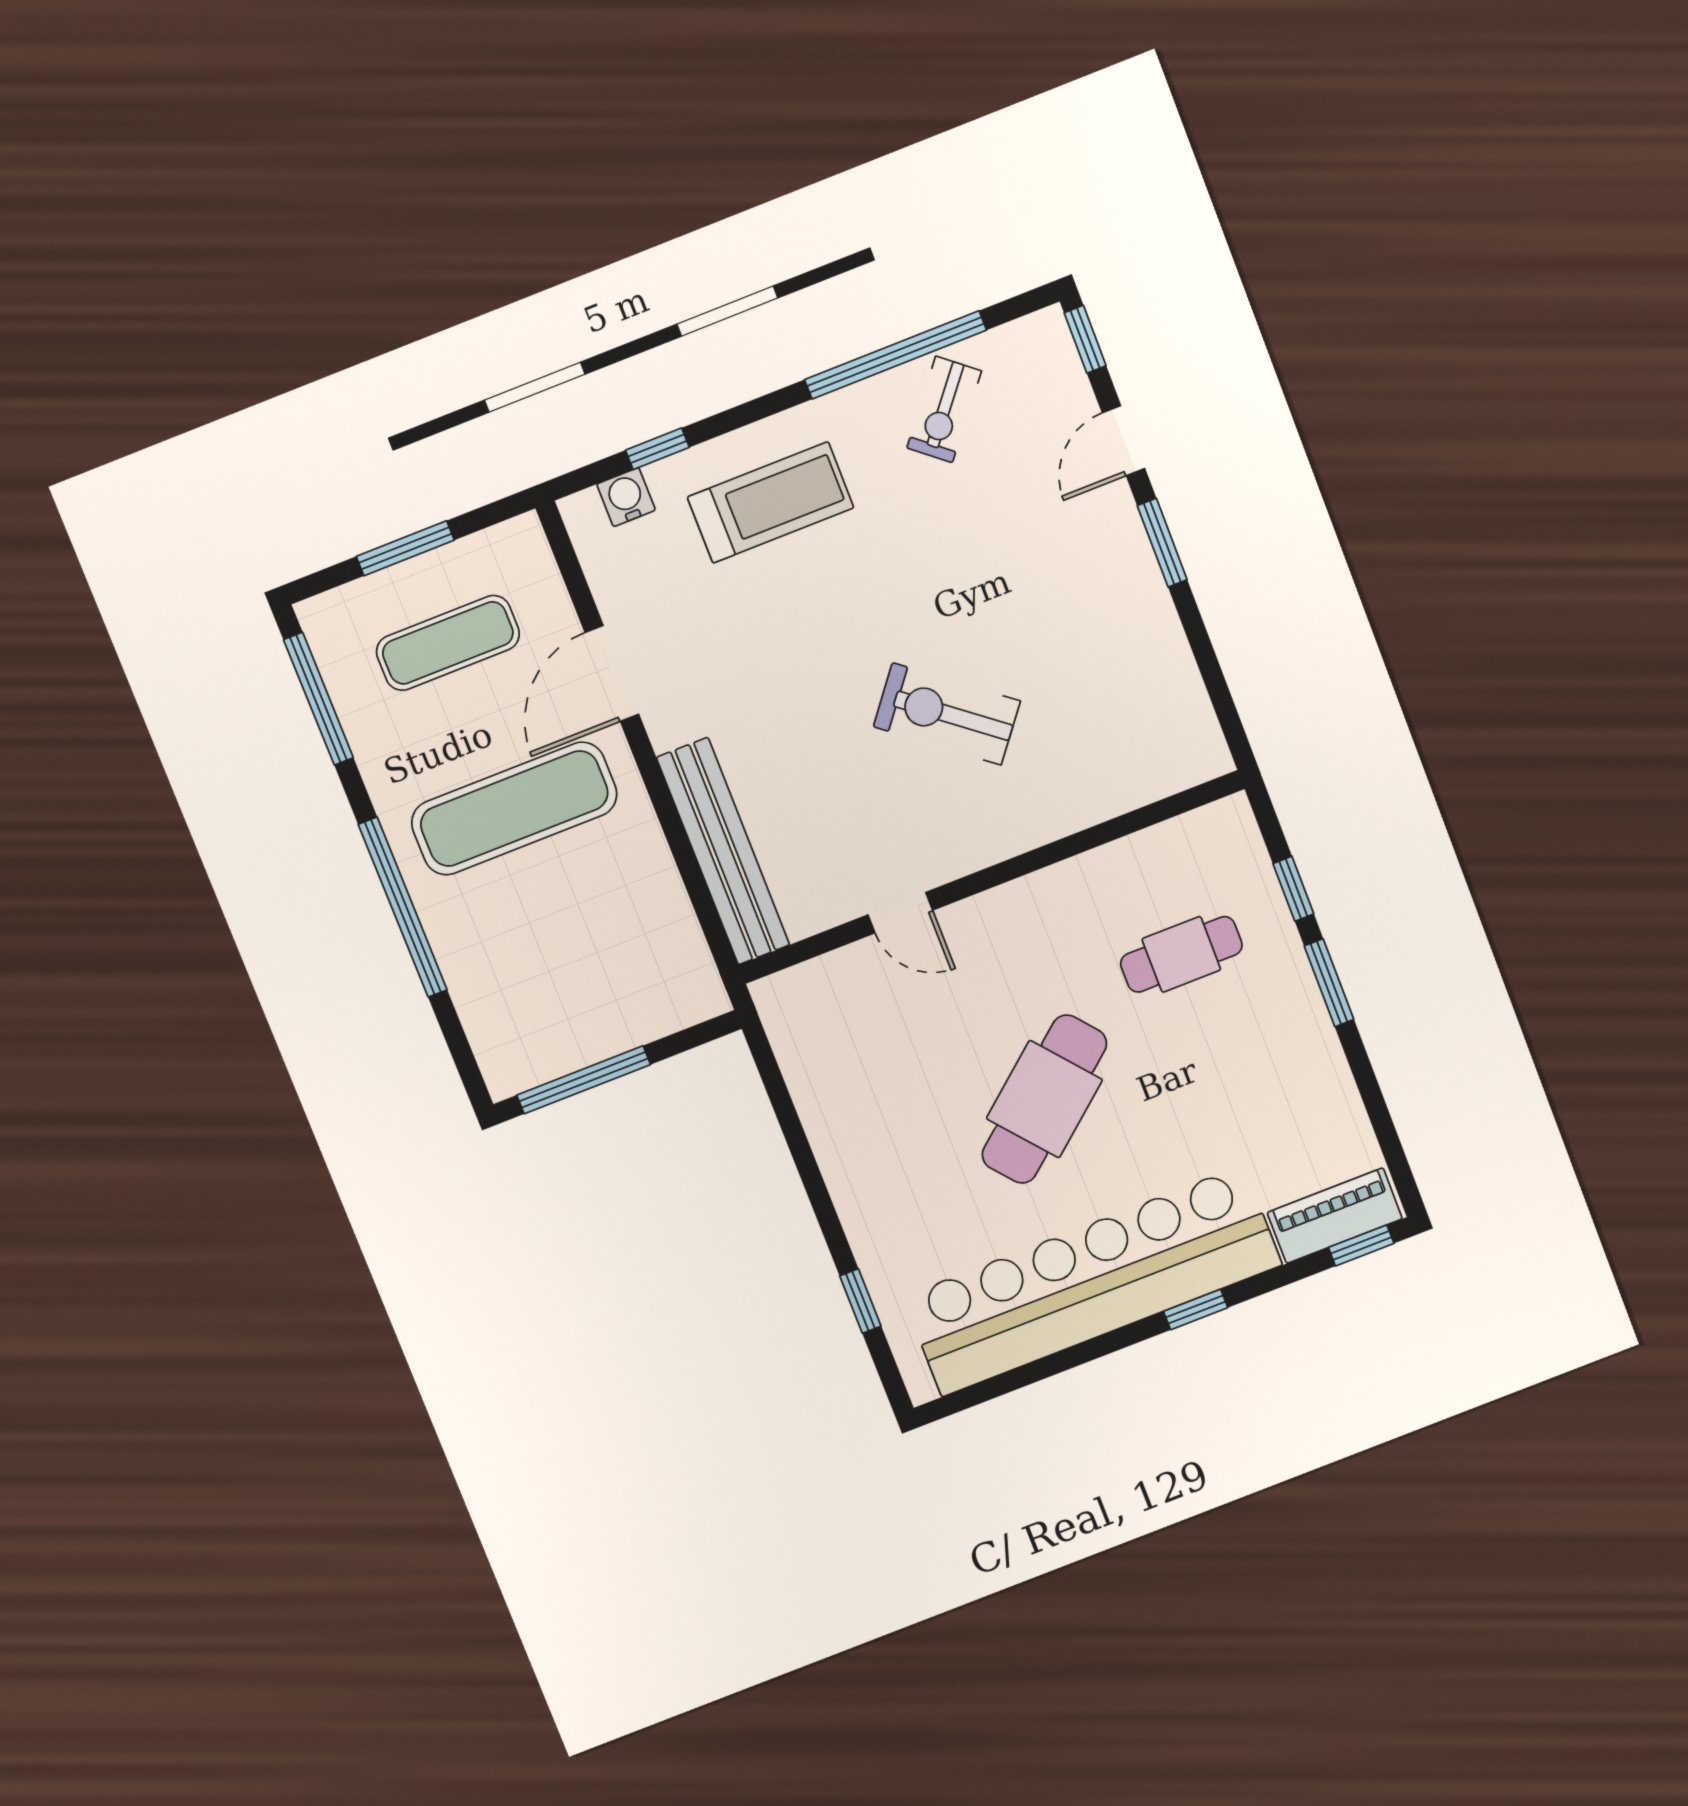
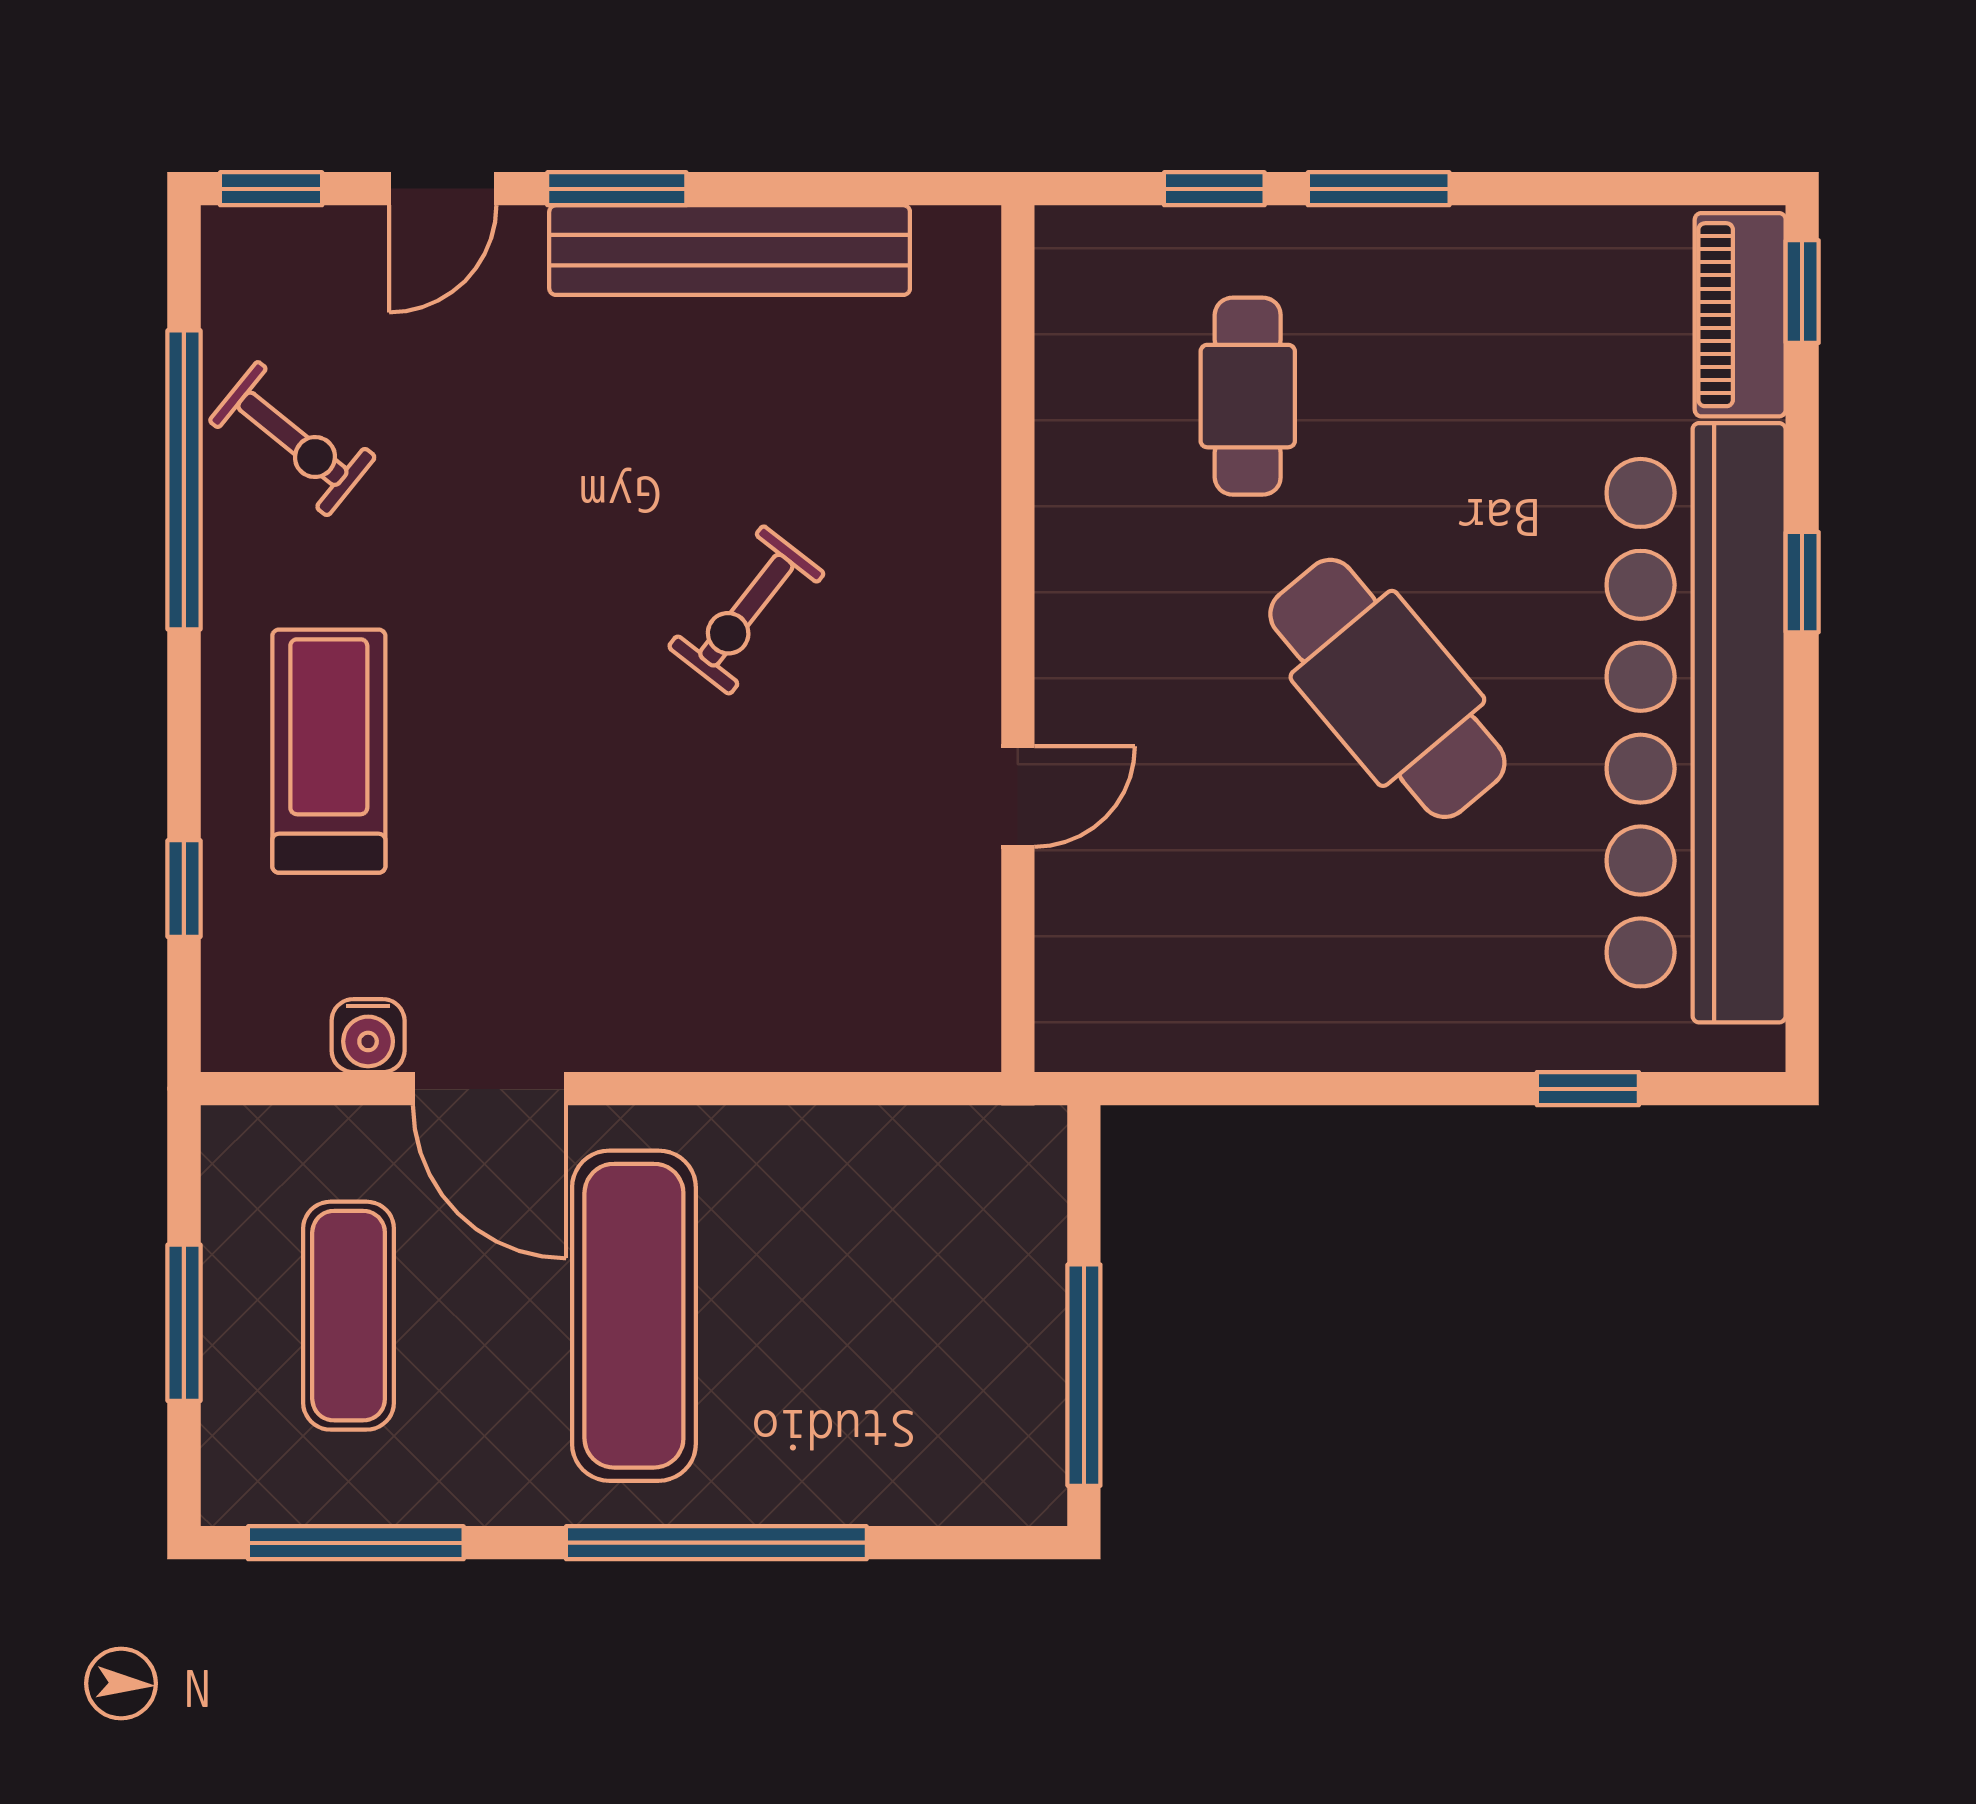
door: (1124, 441) -> (443, 189), hinge flipped
water cooler: (626, 497) -> (368, 1036), moved, turned -90
exercise bike: (947, 714) -> (746, 610), width x0.73, depth x0.72
bench: (723, 851) -> (730, 250), moved

